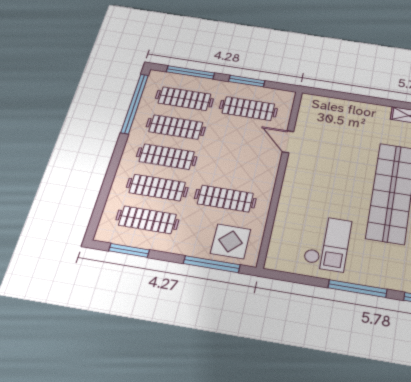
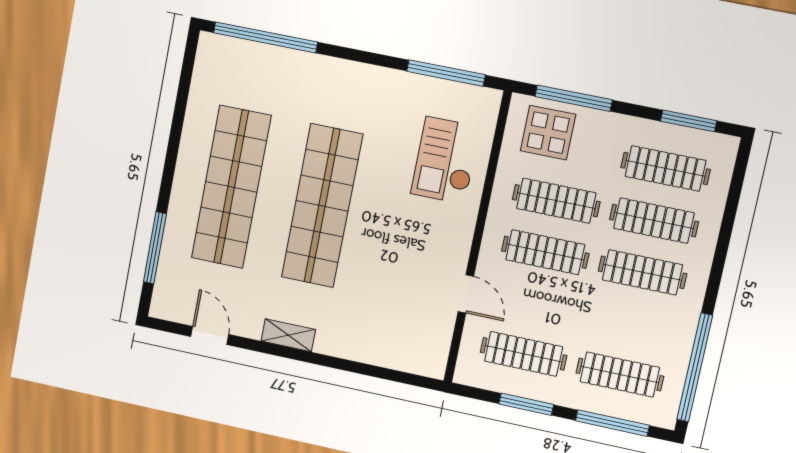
clothes rail: (176, 127) -> (545, 252), moved
checkout: (328, 243) -> (446, 160), moved
window: (358, 289) -> (446, 73), moved

